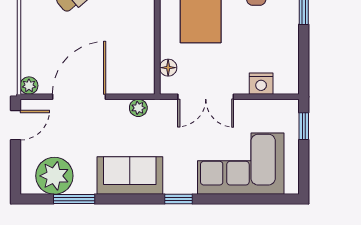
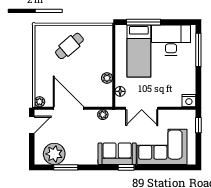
plant: (146, 45) -> (107, 78), added
nightstand: (261, 84) -> (189, 101), moved
door: (79, 97) -> (69, 108), hinge flipped
sofa: (130, 175) -> (117, 154), moved

